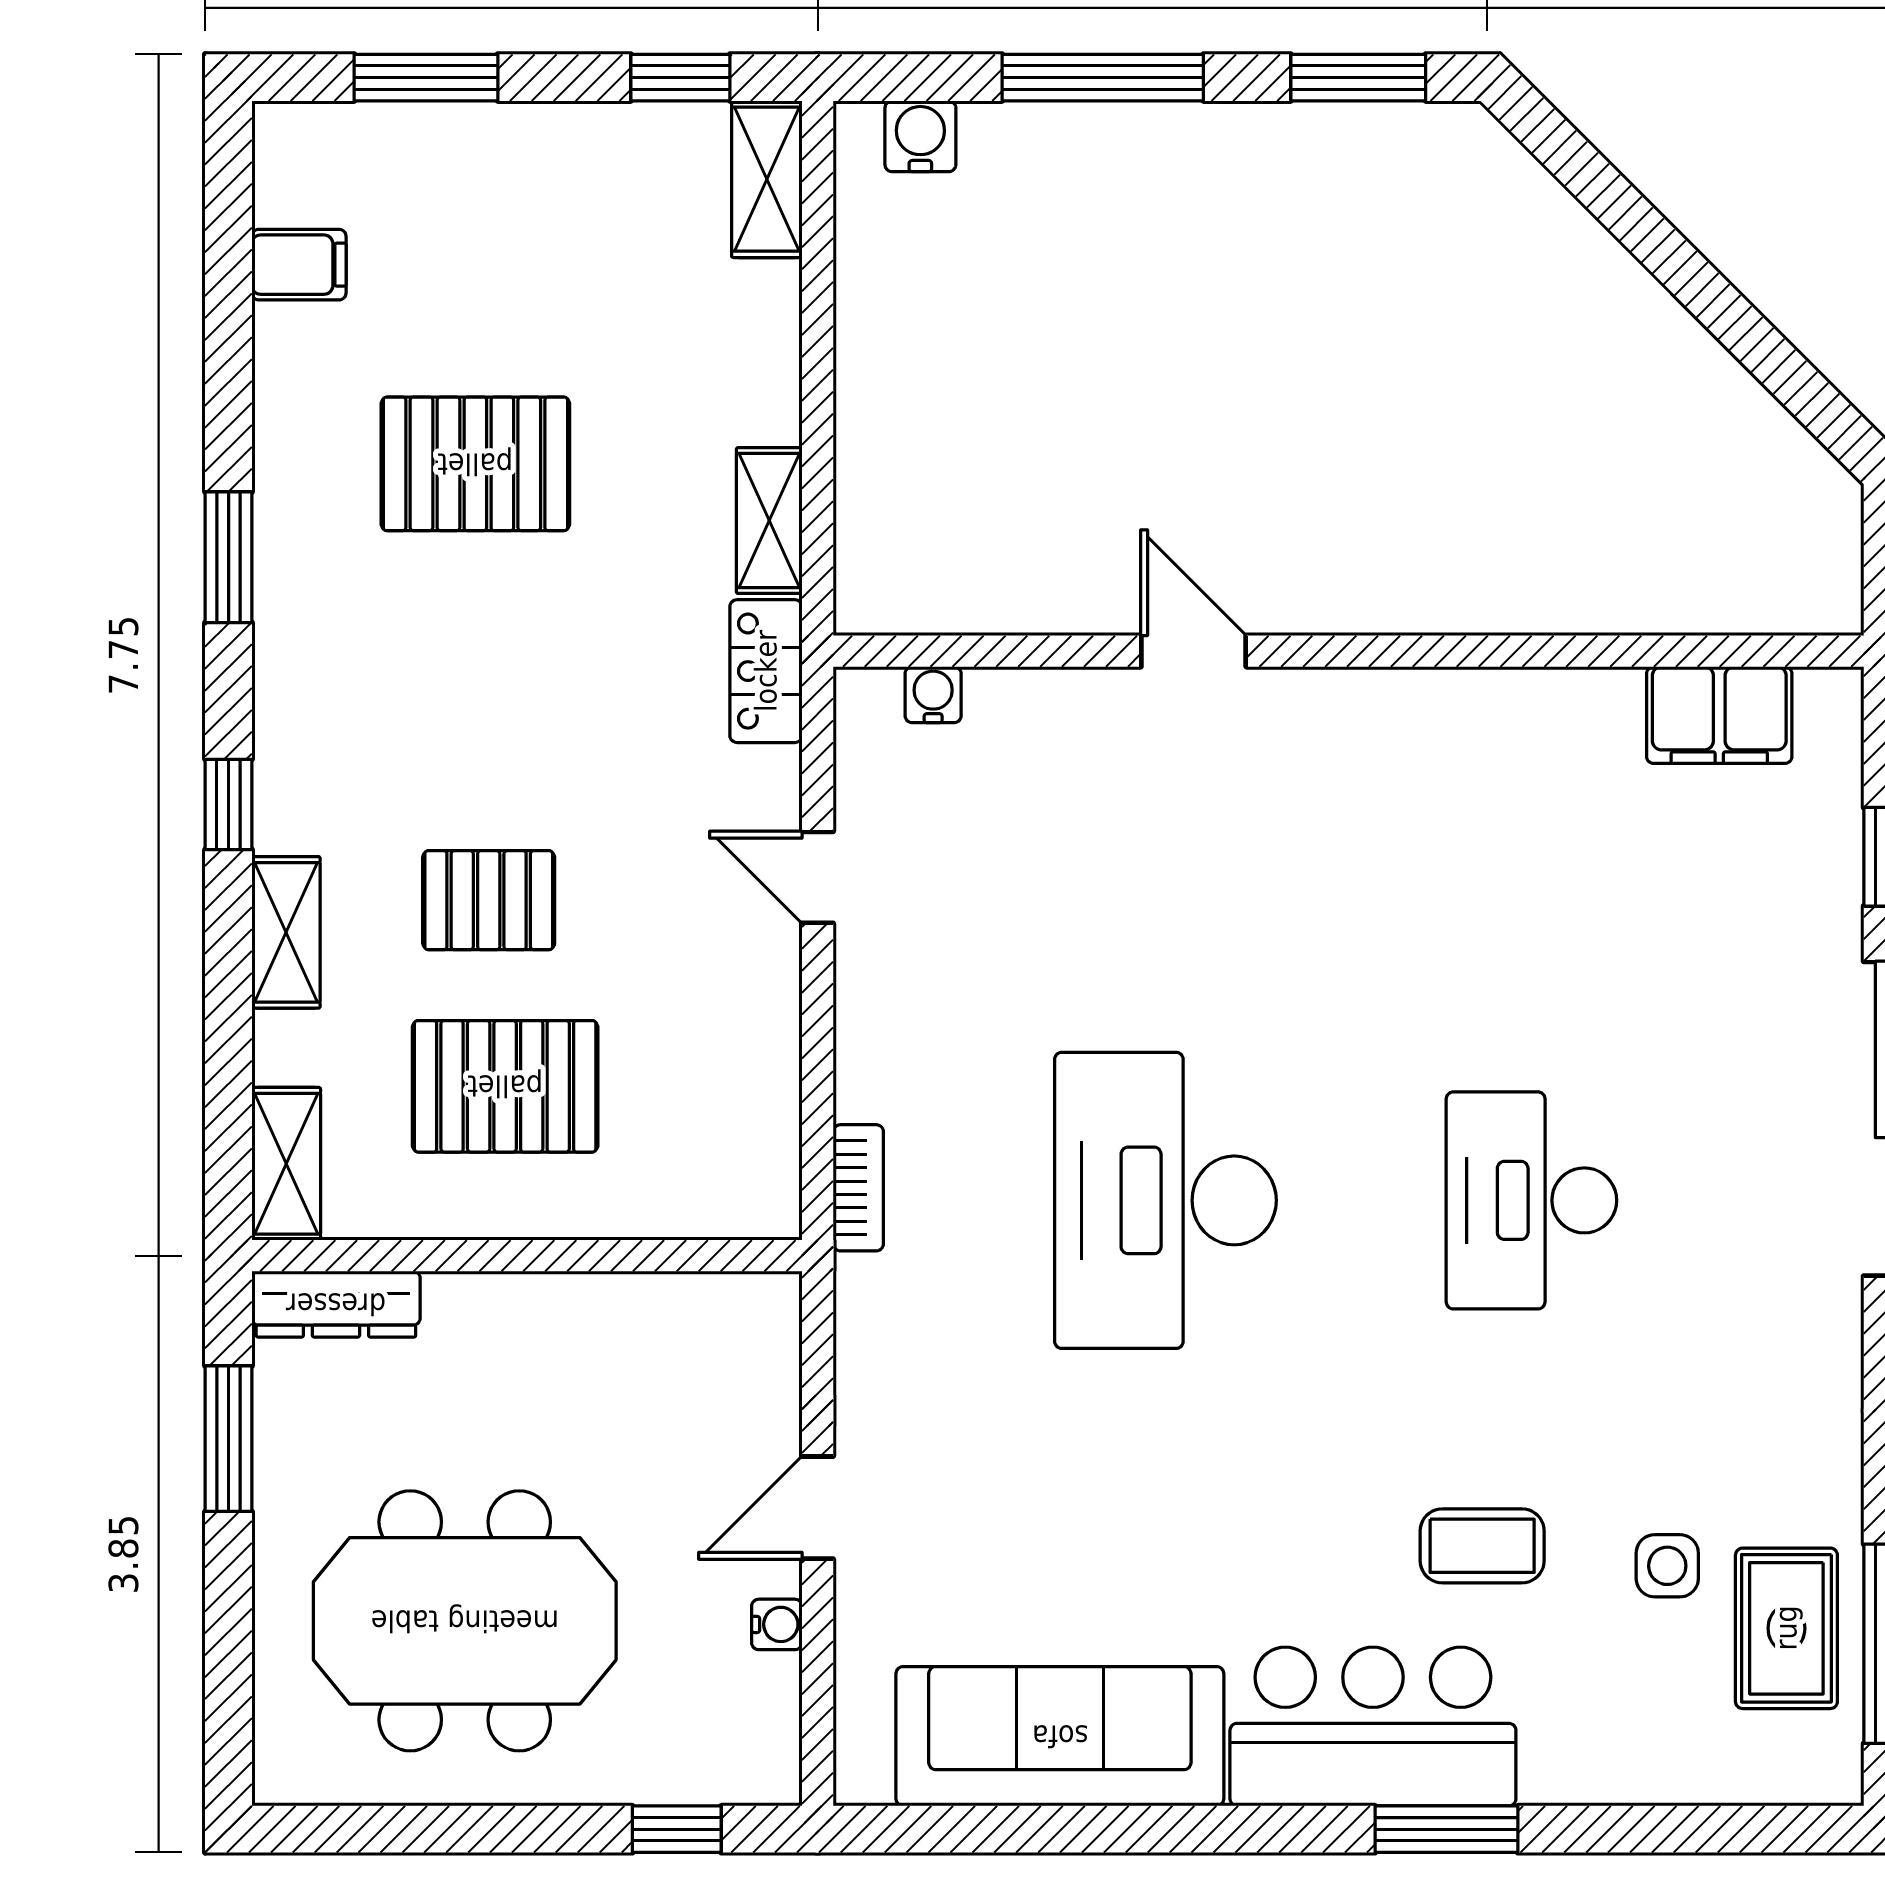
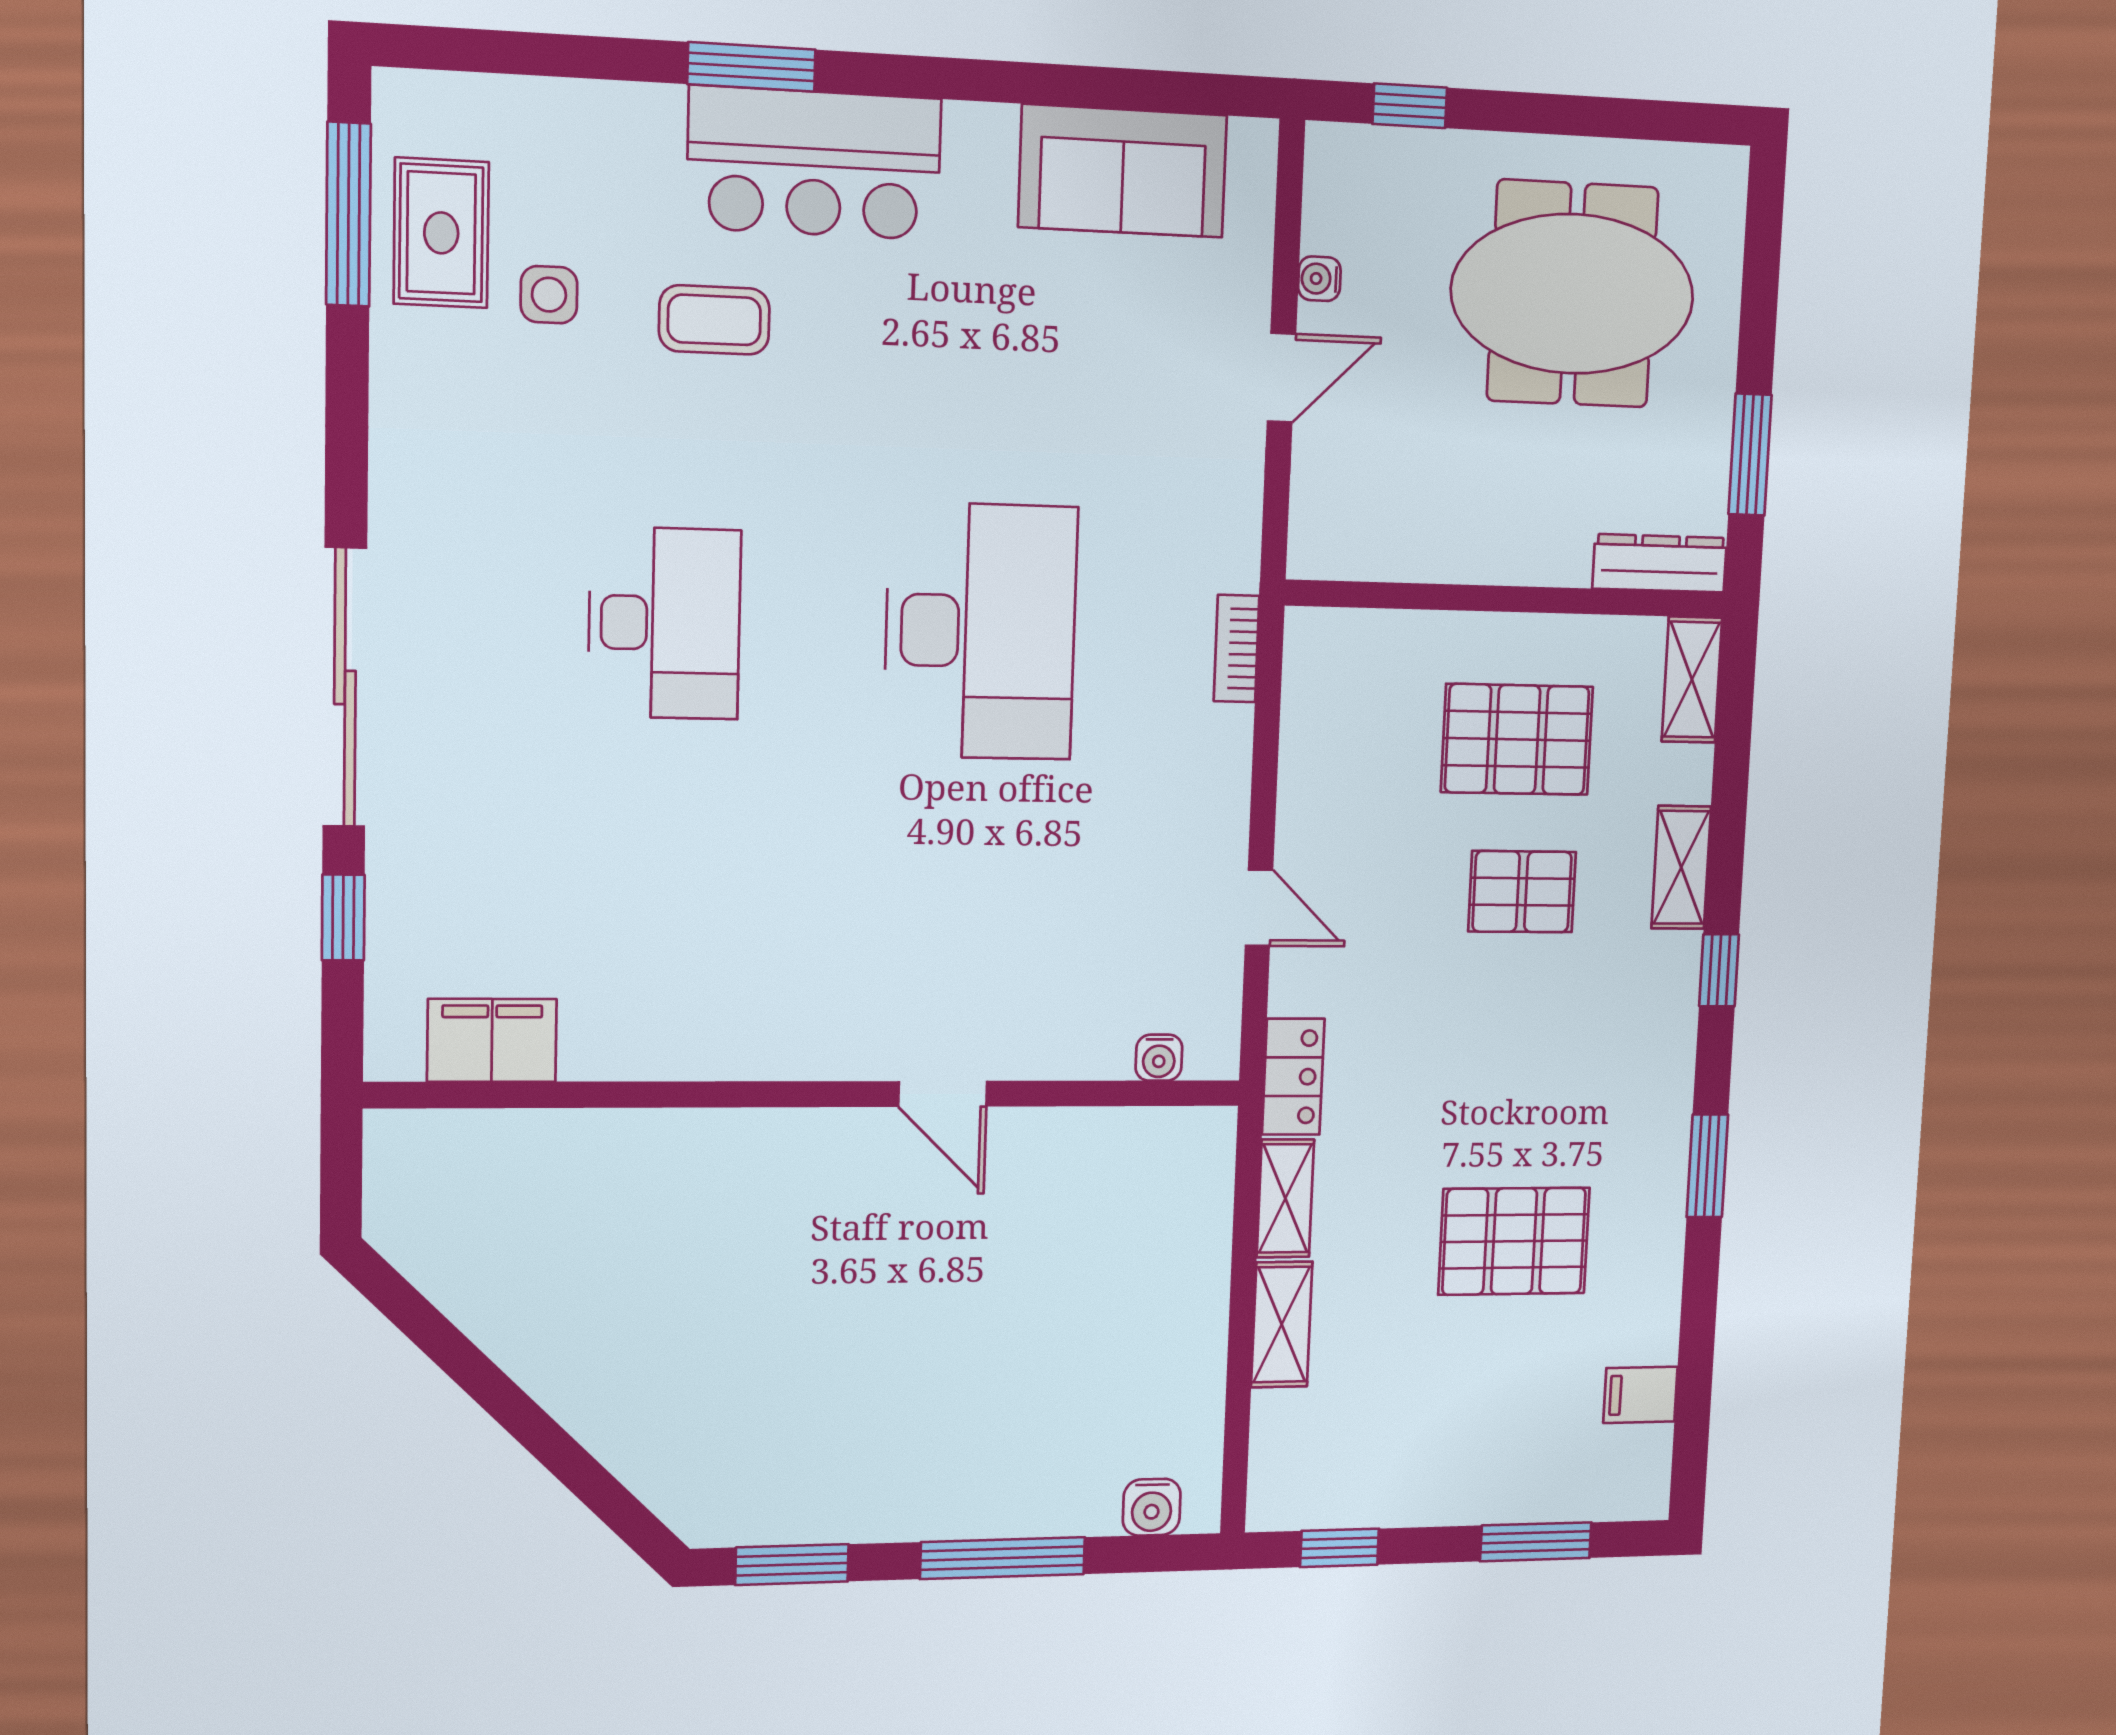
shelving: (767, 179) -> (1282, 1324), moved
sofa: (1060, 1736) -> (1123, 171), width x0.73

